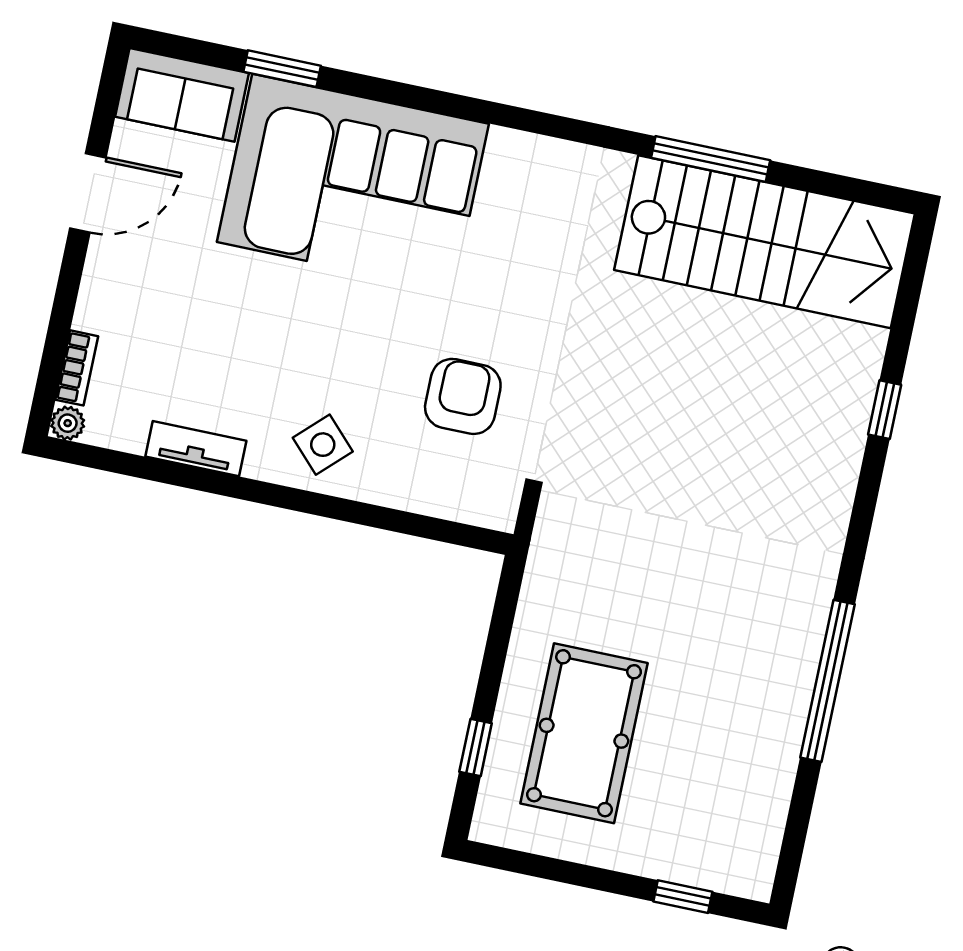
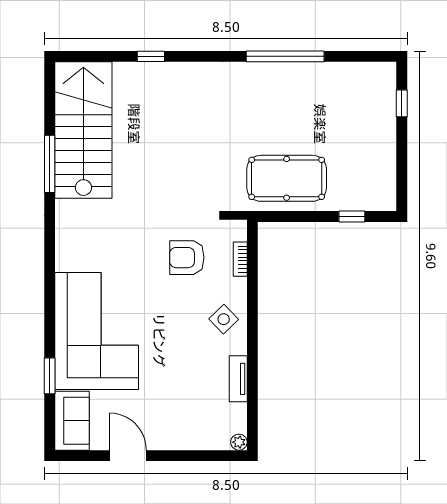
bookcase: (77, 368) -> (240, 259), moved, turned -90
pool table: (584, 733) -> (287, 178), moved

